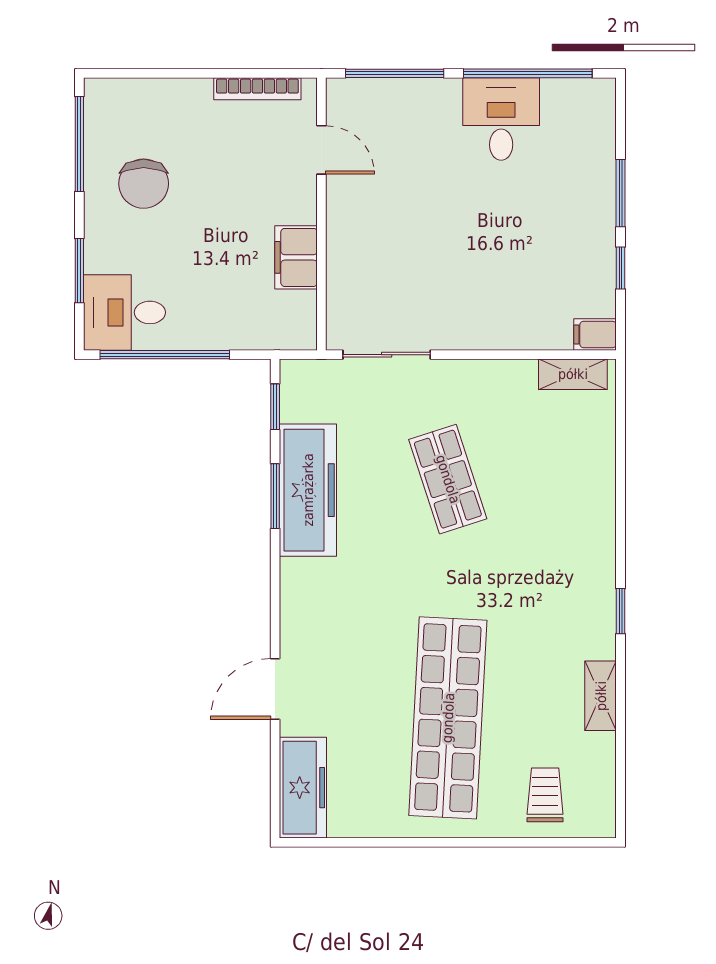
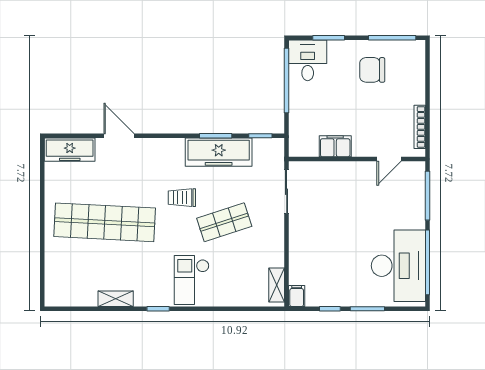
desk: (501, 119) -> (398, 266), width x1.87, depth x1.30
checkout: (563, 544) -> (192, 280), added
trolley: (545, 795) -> (182, 198), moved, turned 180

